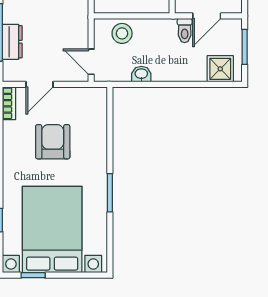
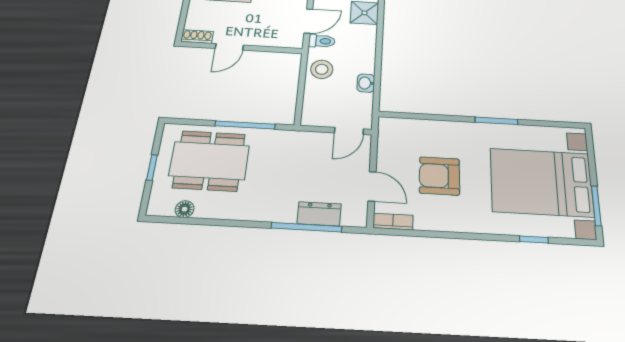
door: (207, 16) -> (308, 21), hinge flipped
stool: (122, 33) -> (322, 69), moved
window: (33, 275) -> (596, 206), width x1.50

